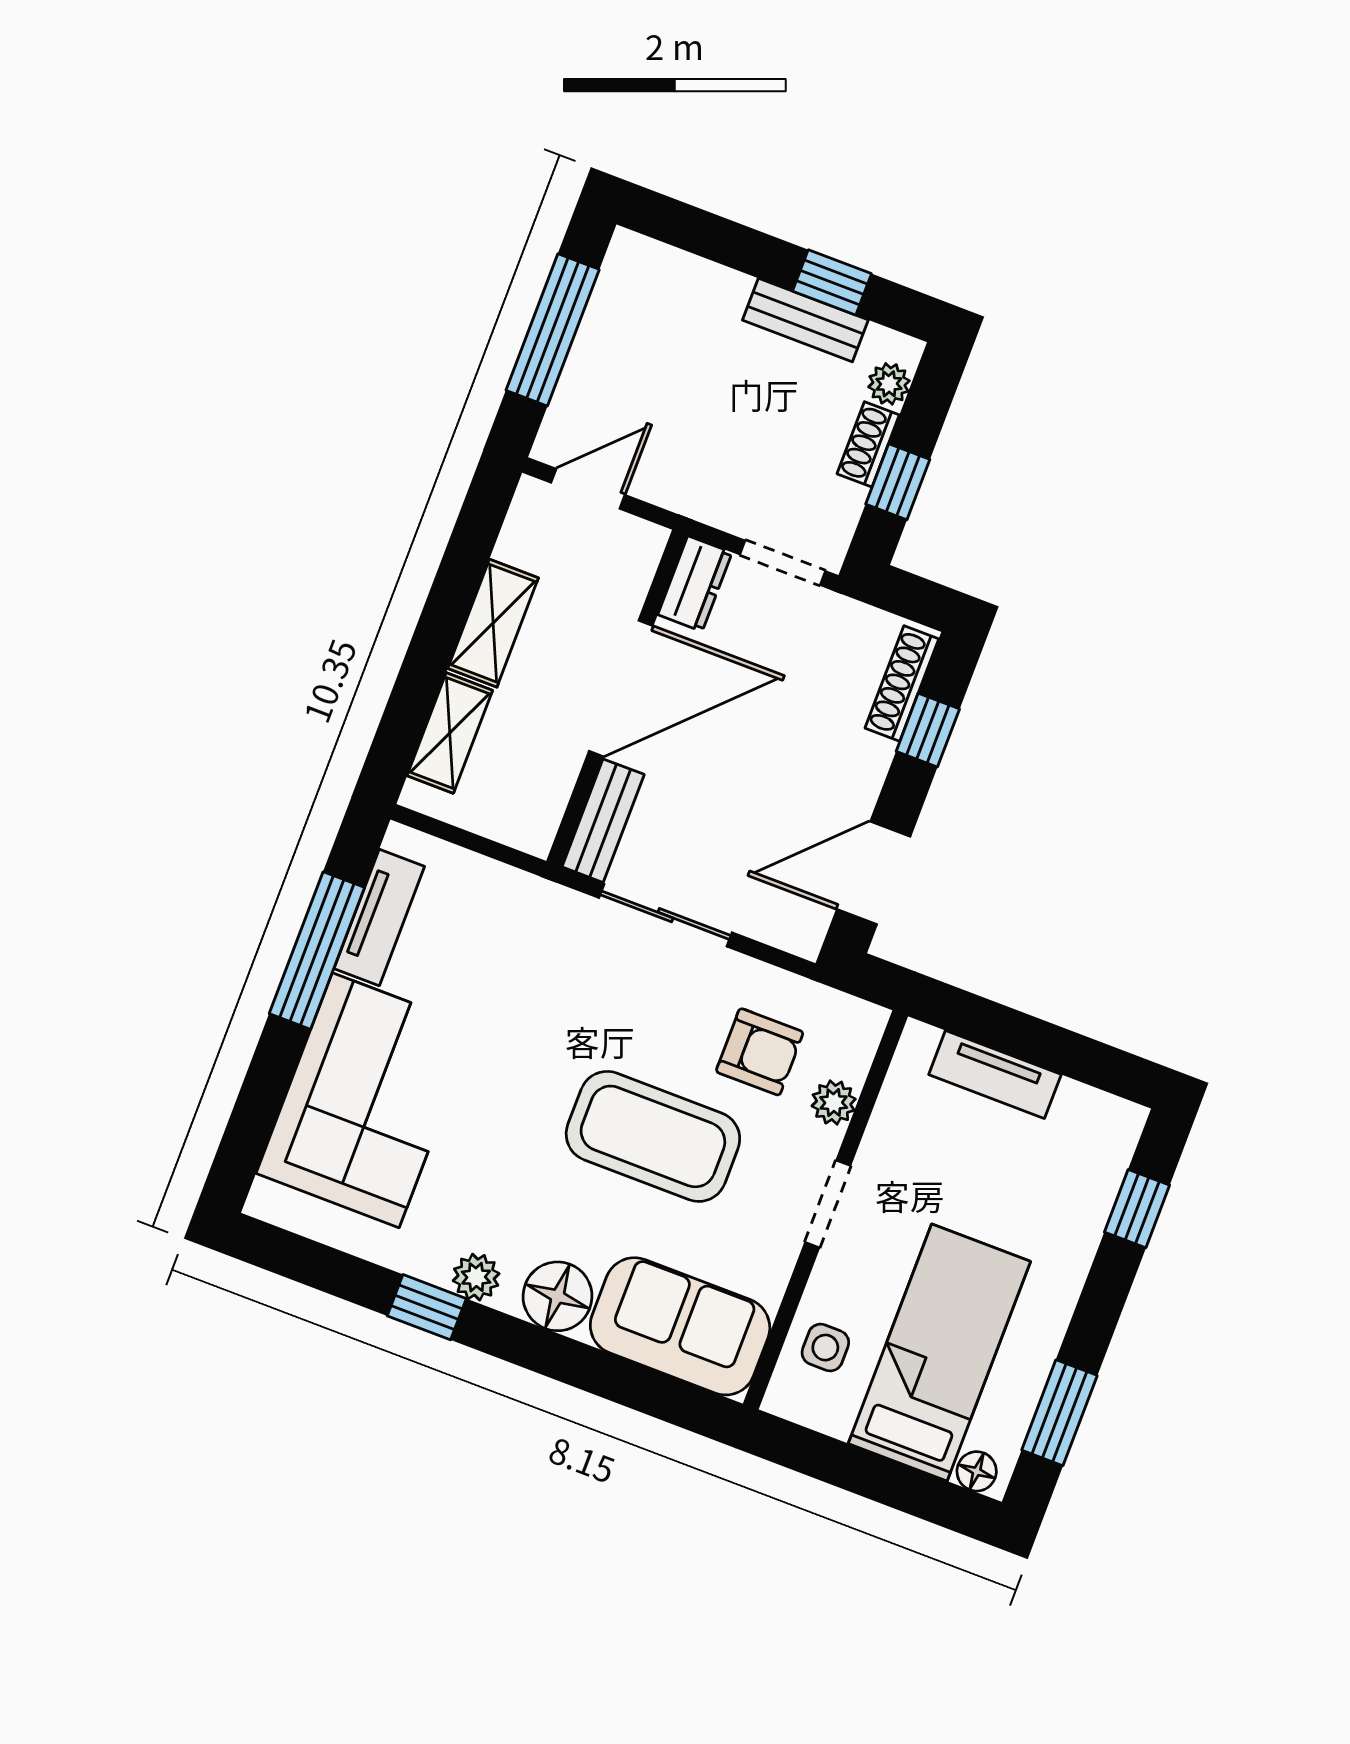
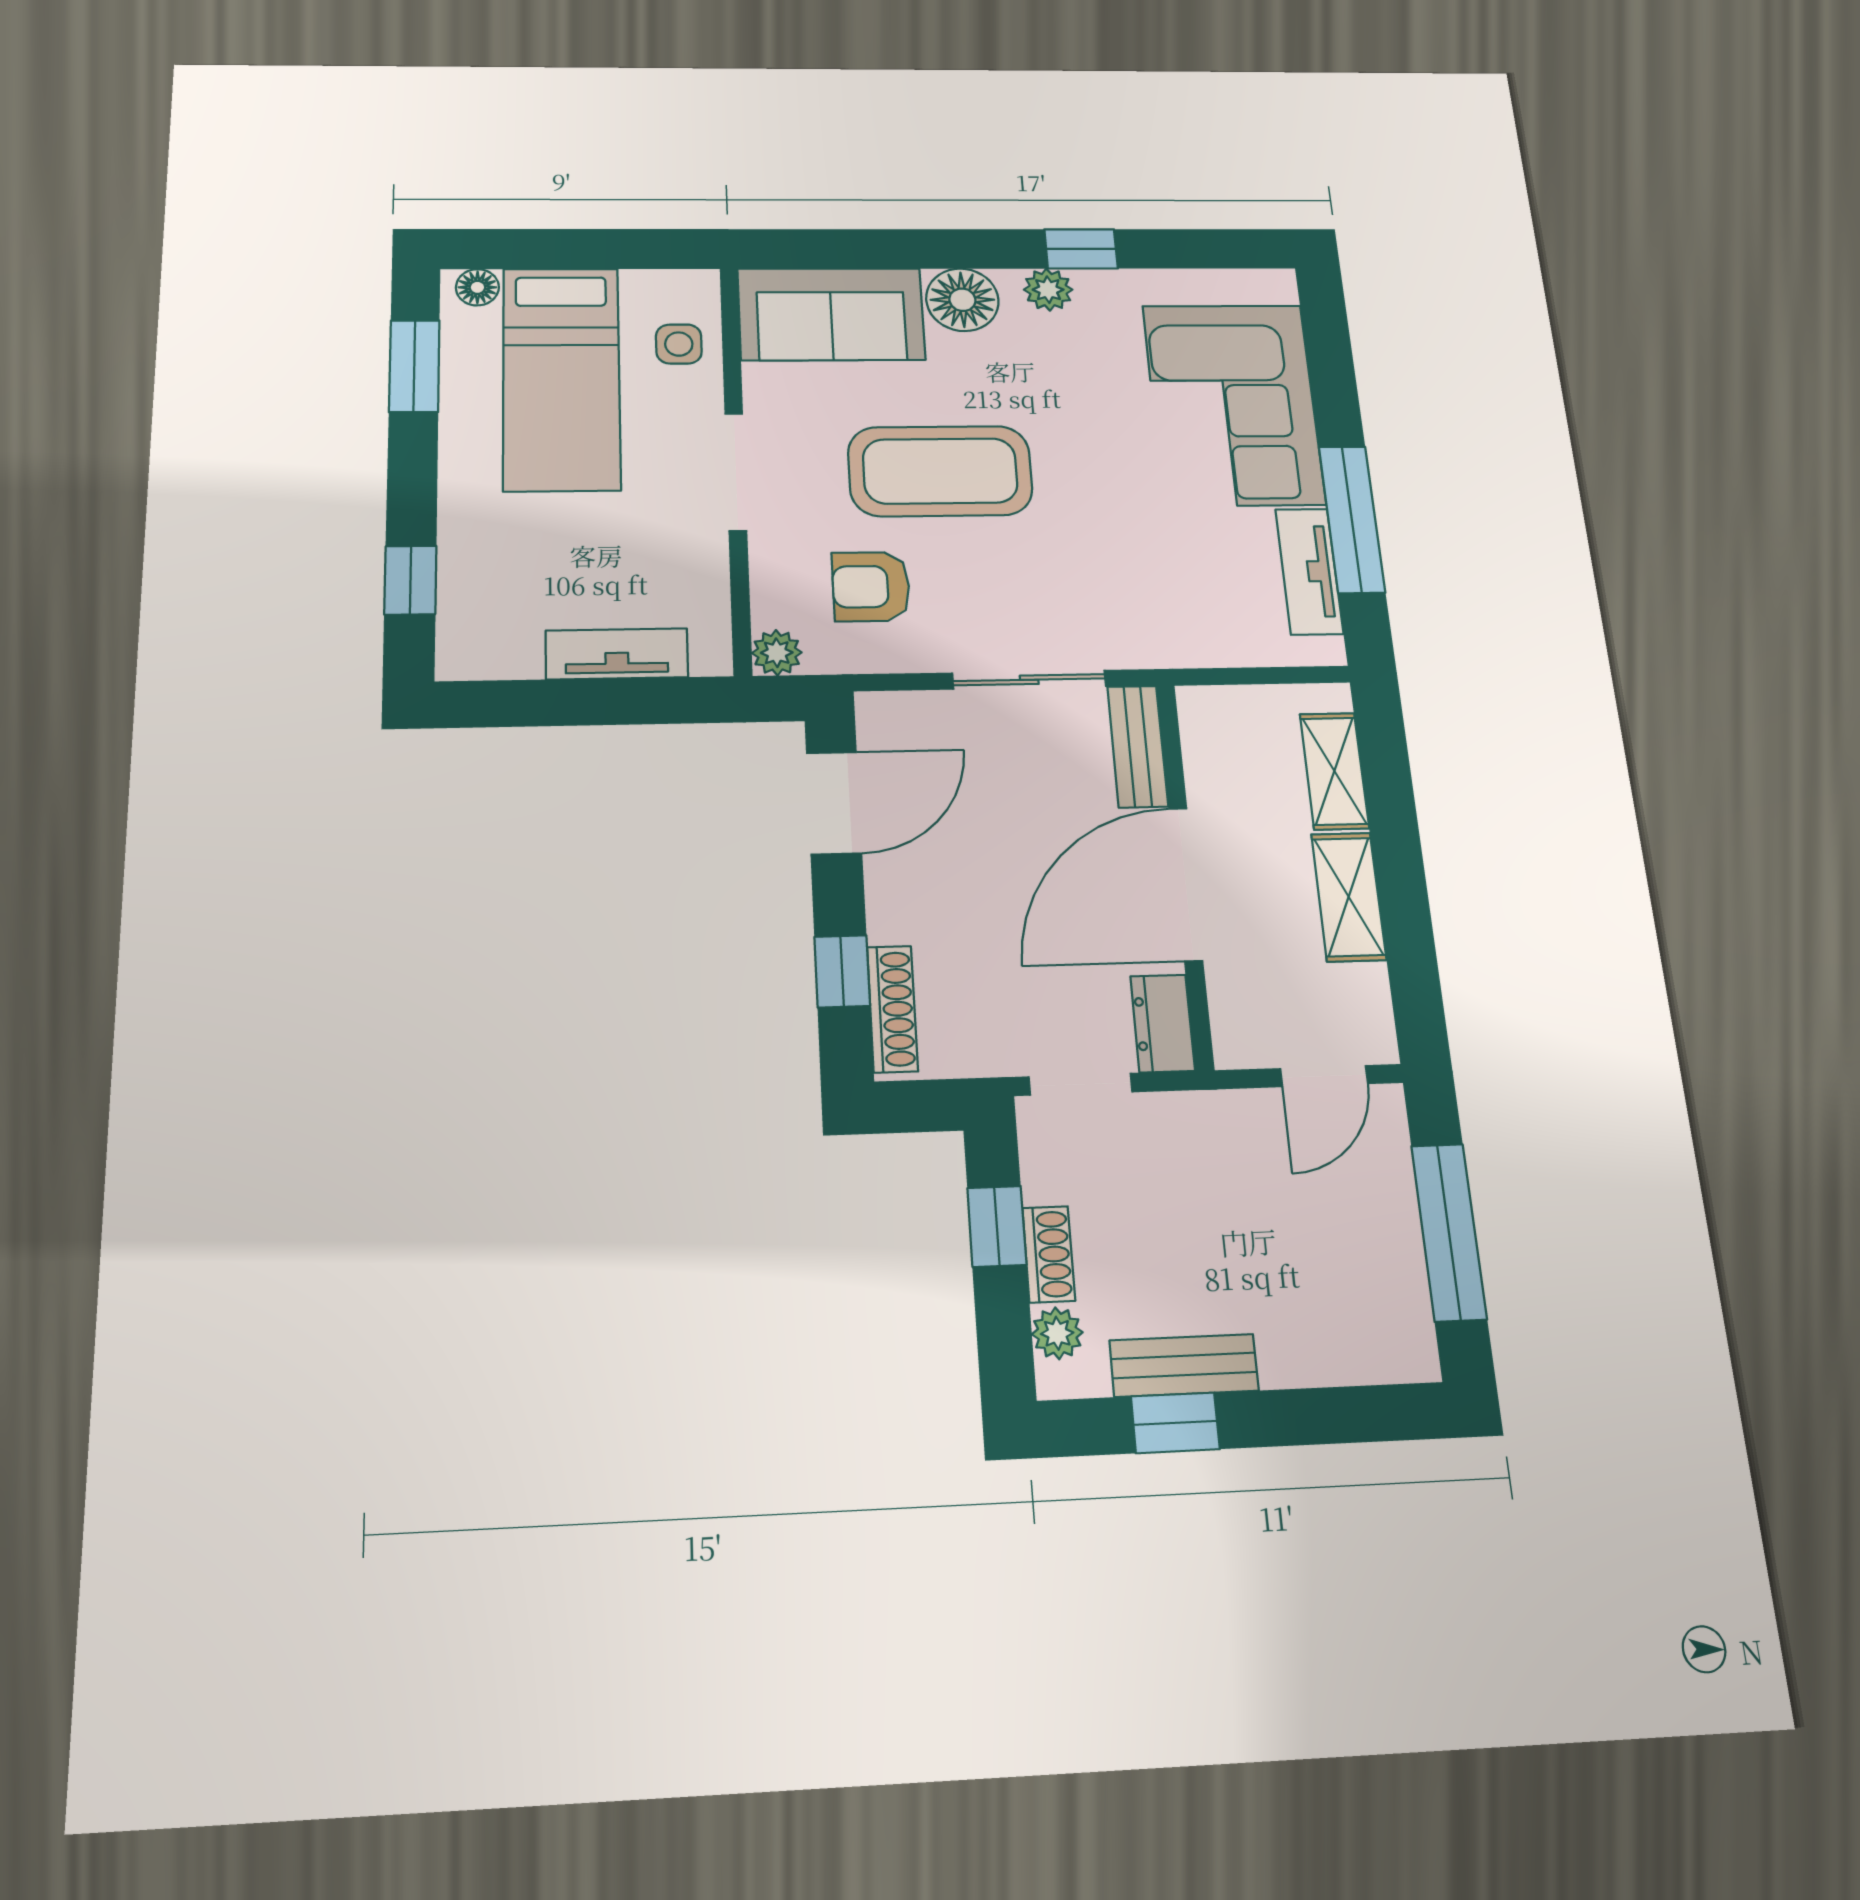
plant: (834, 1103) -> (777, 653), moved
doorway: (828, 1204) -> (736, 472), width x1.38

